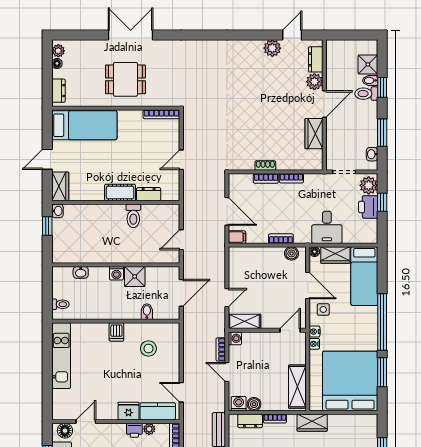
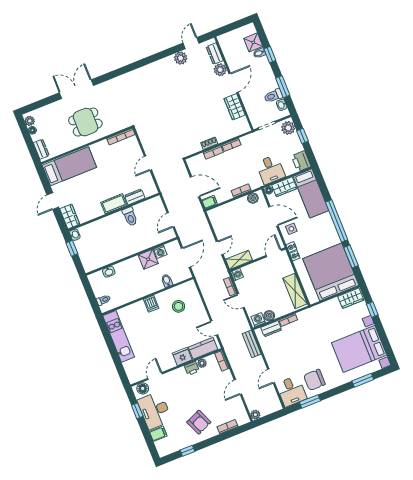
toilet: (366, 94) -> (273, 96), moved
printer: (368, 207) -> (301, 161), moved
washing machine: (116, 273) -> (160, 252), moved
wardrobe: (312, 423) -> (351, 298), moved

